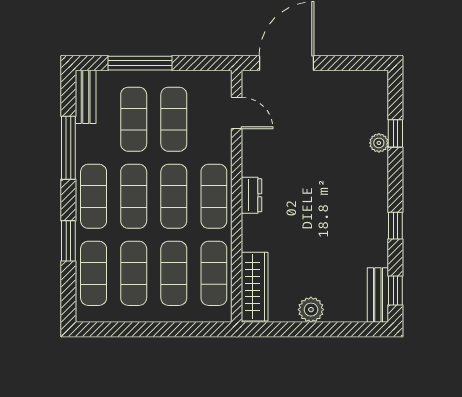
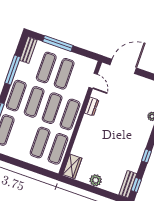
dresser: (251, 195) -> (92, 107), moved
exercise mat: (134, 273) -> (22, 136), removed
wardrobe: (255, 287) -> (72, 166), width x0.67

